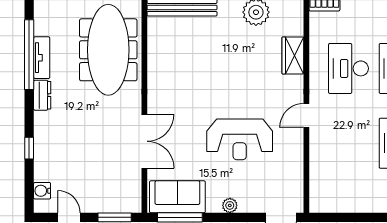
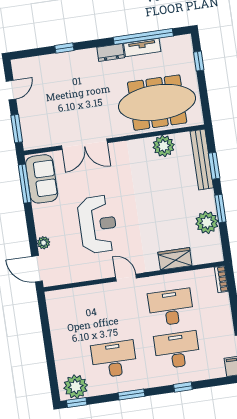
plant: (160, 50) -> (164, 146), added
reception desk: (240, 139) -> (98, 224), turned 180
water cooler: (42, 191) -> (30, 64), removed
plant: (230, 205) -> (44, 243), moved

